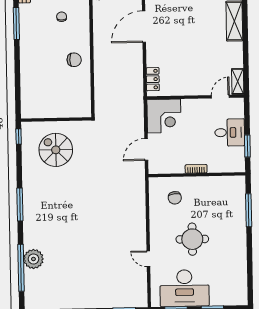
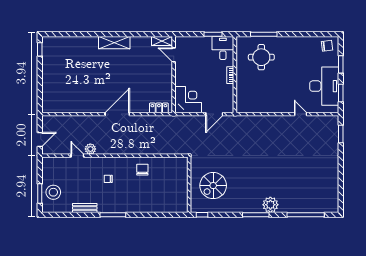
door: (144, 27) -> (117, 114), swing flipped
desk: (230, 132) -> (223, 48), moved
door: (146, 150) -> (214, 114), hinge flipped
chair: (175, 198) -> (327, 46), moved
round table: (192, 239) -> (261, 57), moved
plant: (33, 259) -> (270, 205), moved
door: (148, 259) -> (301, 114), swing flipped

